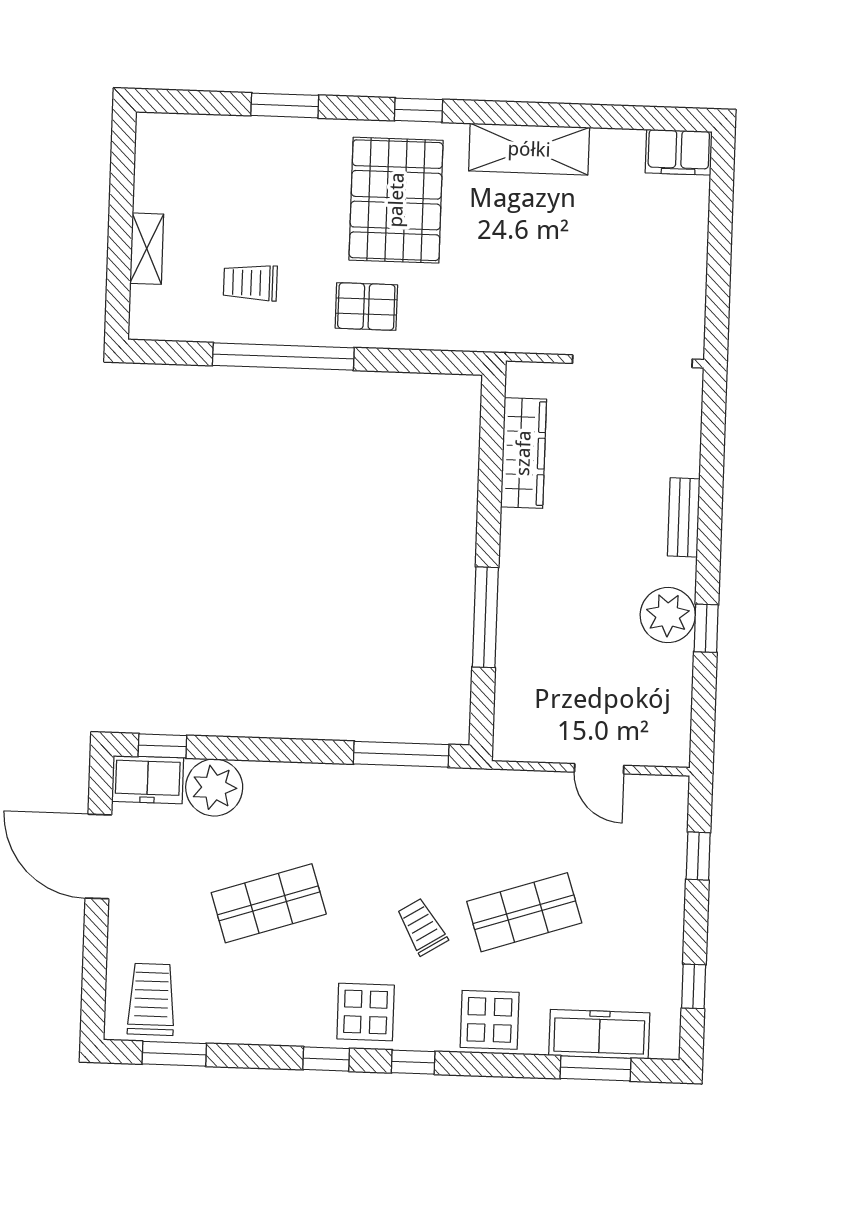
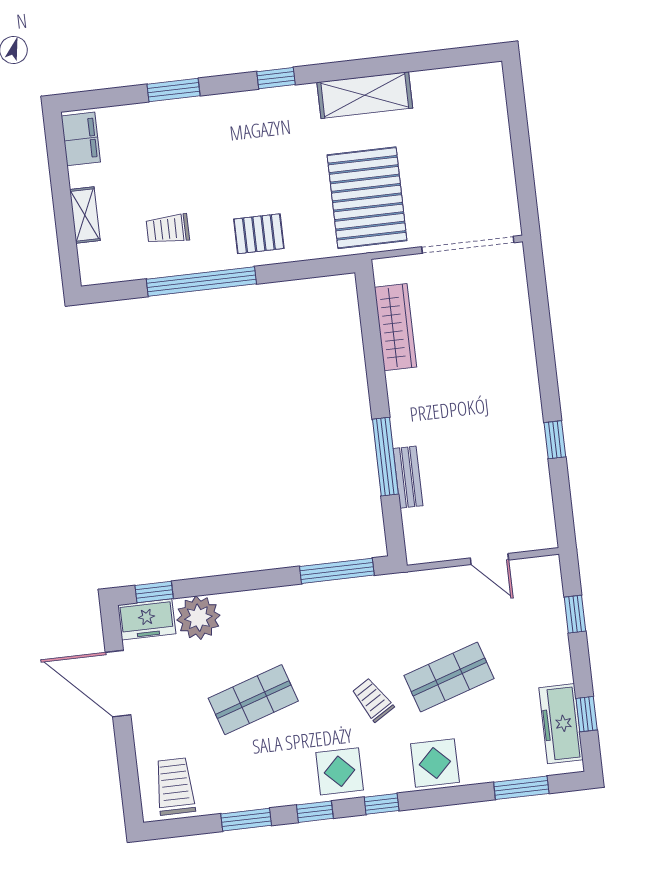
filing cabinet: (679, 152) -> (81, 139), moved, turned -90
pallet: (396, 200) -> (367, 198), moved
bench: (684, 517) -> (408, 477), moved
plant: (668, 615) -> (524, 434), removed
freezer: (599, 1034) -> (561, 724), moved, turned -90
window: (174, 1054) -> (246, 820), moved

